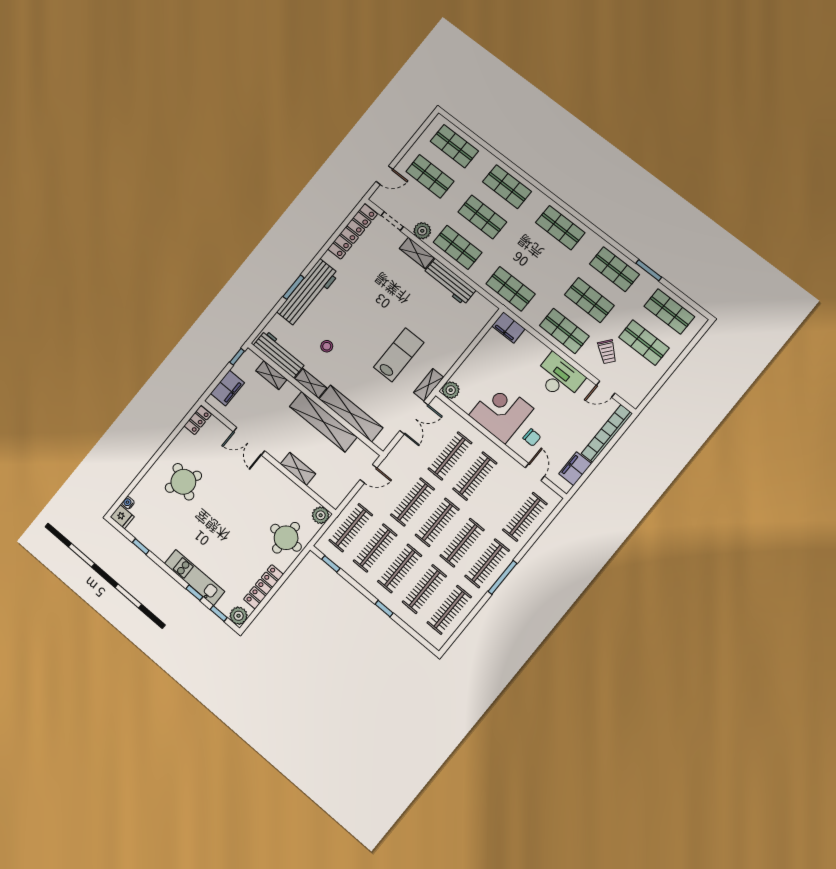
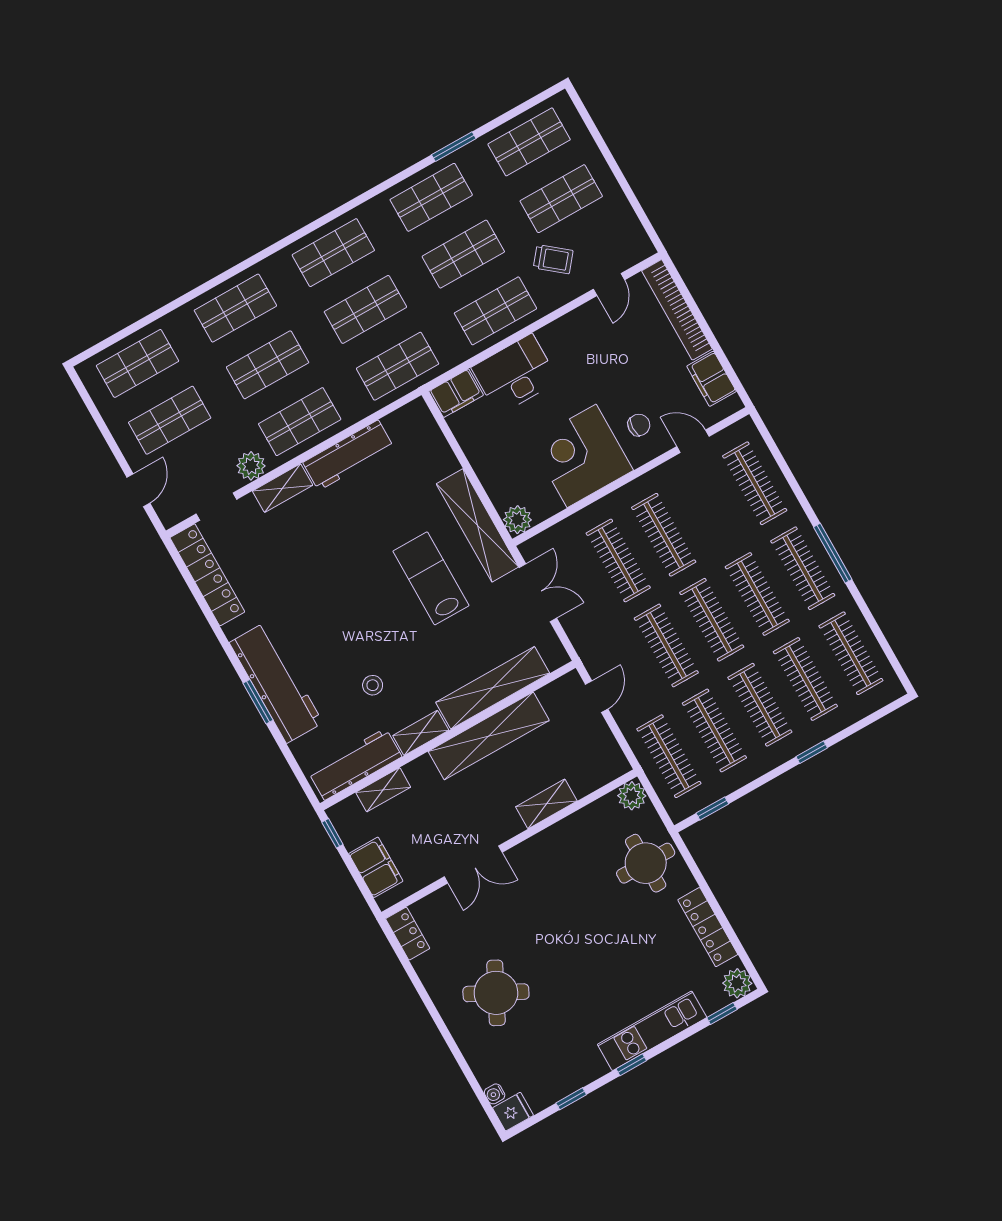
shop shelf: (535, 258) -> (365, 309), added
desk: (559, 377) -> (515, 374), moved
shelving: (429, 385) -> (477, 525), width x2.20, depth x1.33
window: (194, 593) -> (631, 1065), moved

